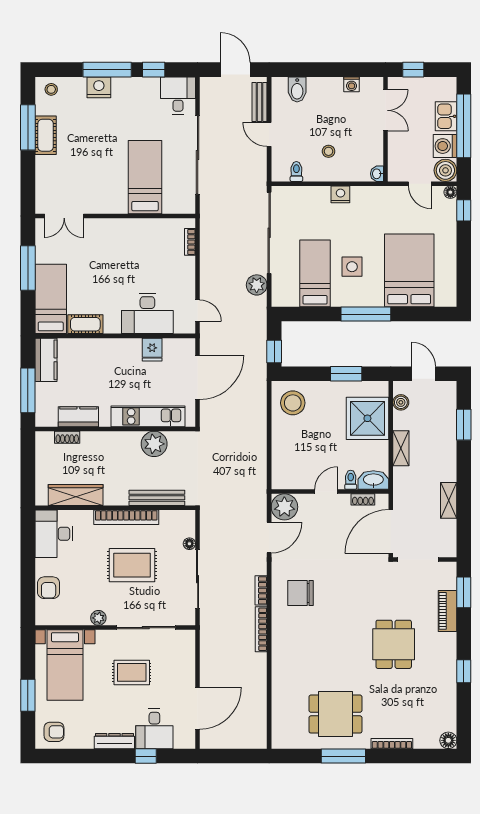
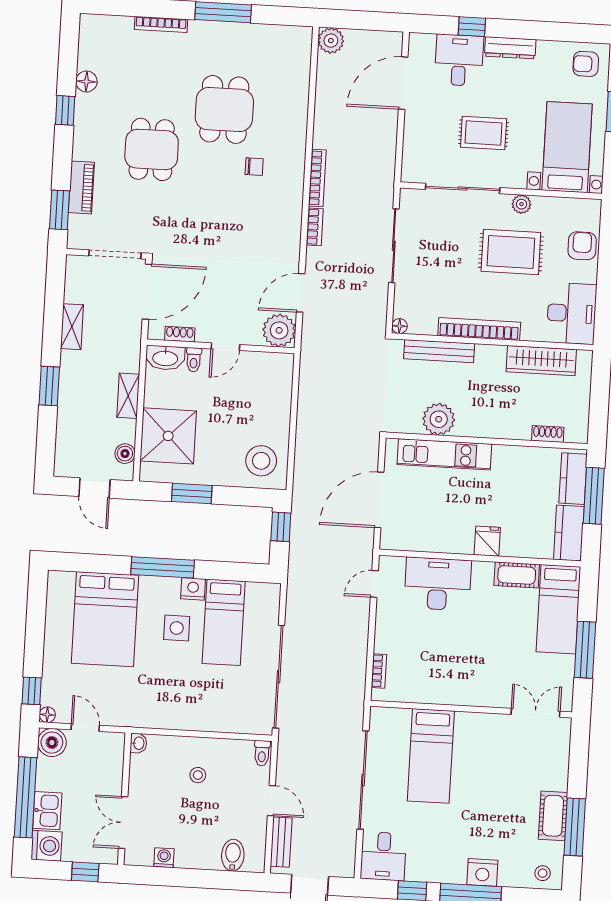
washing machine: (445, 146) -> (47, 846), moved
toilet: (296, 172) -> (262, 753), moved
nightstand: (340, 194) -> (193, 589), moved, turned 180
plant: (257, 285) -> (331, 41), moved
door: (198, 311) -> (374, 584), hinge flipped
fridge: (152, 350) -> (487, 541), moved
kitchen counter: (78, 417) -> (573, 479), moved, turned 90
window: (464, 425) -> (49, 386), moved
floor lamp: (189, 544) -> (399, 326), moved
rug: (132, 565) -> (511, 252), moved
chair: (301, 593) -> (254, 167), moved, width x0.54, depth x0.54
dining table: (335, 714) -> (224, 109), moved, turned 90
floor lamp: (448, 740) -> (86, 82), moved

